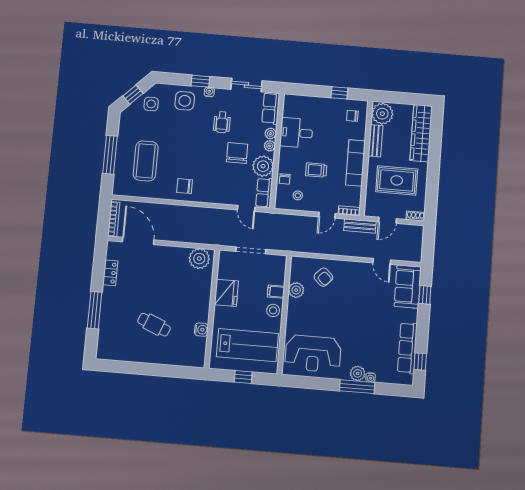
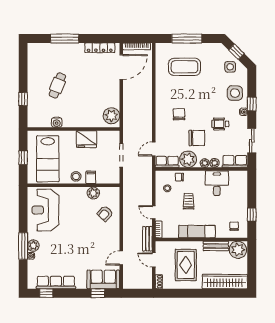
chair: (185, 186) -> (179, 114), moved
locker: (110, 273) -> (100, 48), width x1.53
window: (167, 371) -> (23, 99), added

